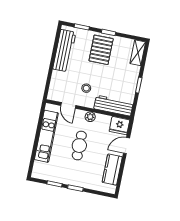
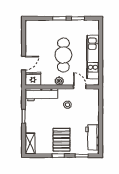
workbench: (64, 51) -> (92, 137), width x0.73
cafe table: (79, 146) -> (63, 55), width x1.37, depth x1.35
kitchen counter: (112, 170) -> (32, 40), removed

